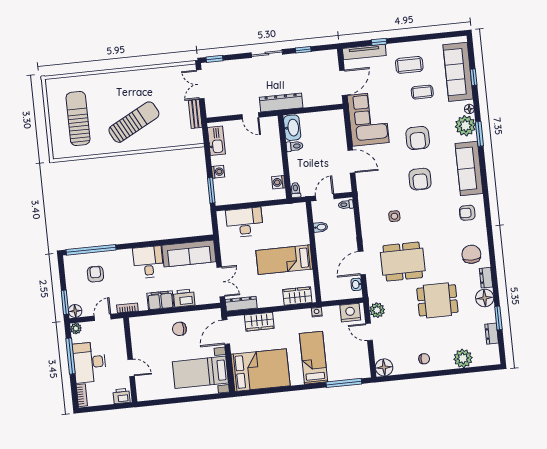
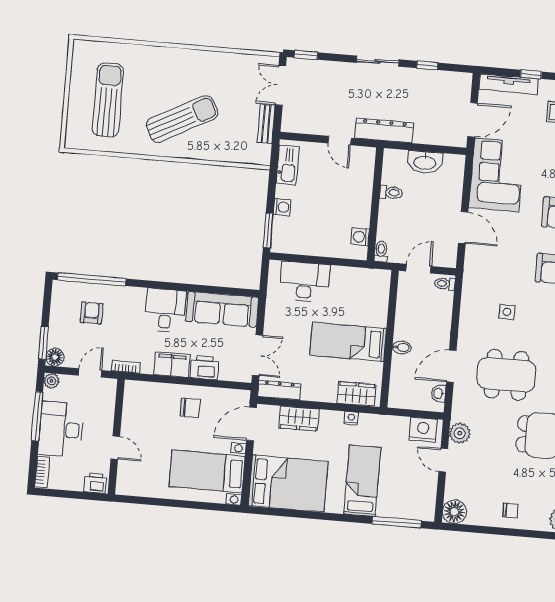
washbasin: (292, 128) -> (425, 162), moved, turned 90
bidet: (321, 227) -> (402, 347), moved
nightstand: (317, 312) -> (351, 418), moved
chair: (179, 329) -> (190, 408), turned 180

